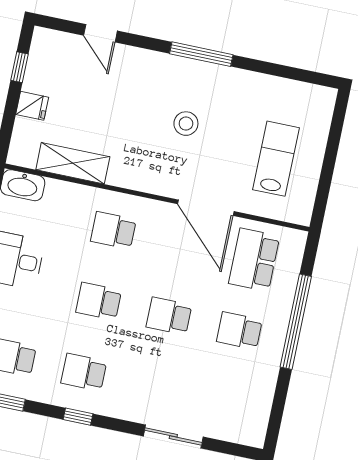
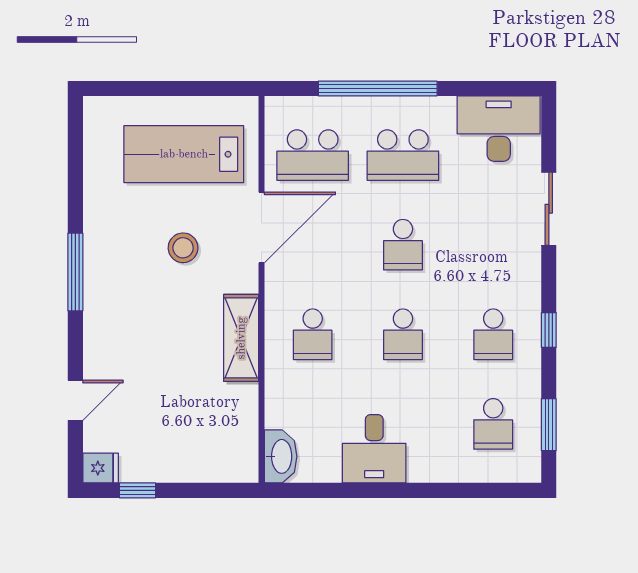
fridge: (32, 106) -> (101, 468), moved, turned 90
stool: (186, 124) -> (183, 248), moved
lab bench: (276, 159) -> (184, 154), width x1.36, depth x1.39
shelving: (73, 163) -> (241, 338), moved
school desk: (239, 331) -> (403, 155), width x1.85
desk: (244, 410) -> (499, 129), added

